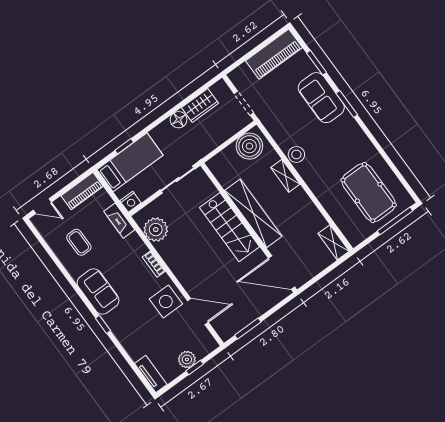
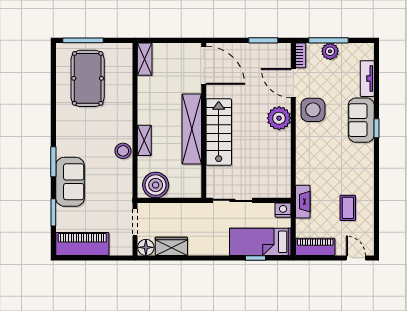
floor lamp: (179, 120) -> (146, 247), moved
plant: (156, 230) -> (279, 118), moved
bookcase: (154, 264) -> (301, 55), moved
sofa: (98, 292) -> (361, 120), moved
window: (195, 367) -> (329, 40), width x2.17
tv unit: (151, 374) -> (367, 79), moved

